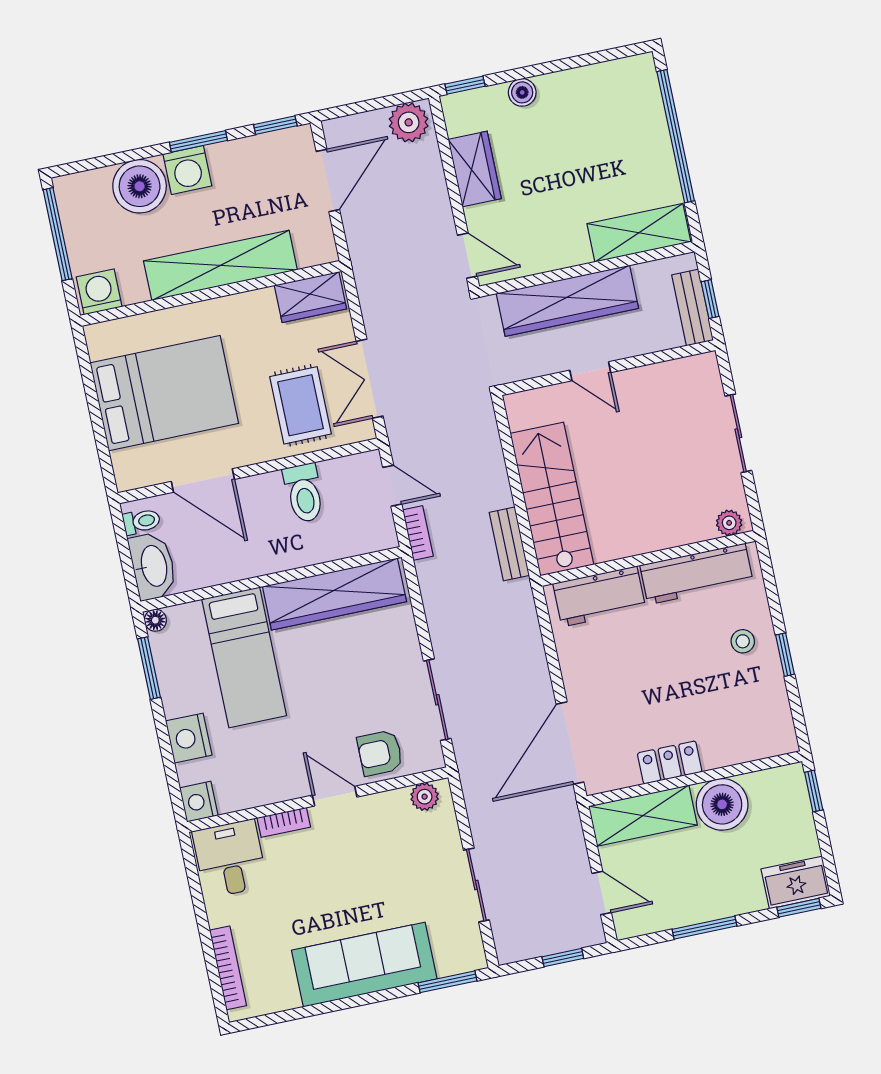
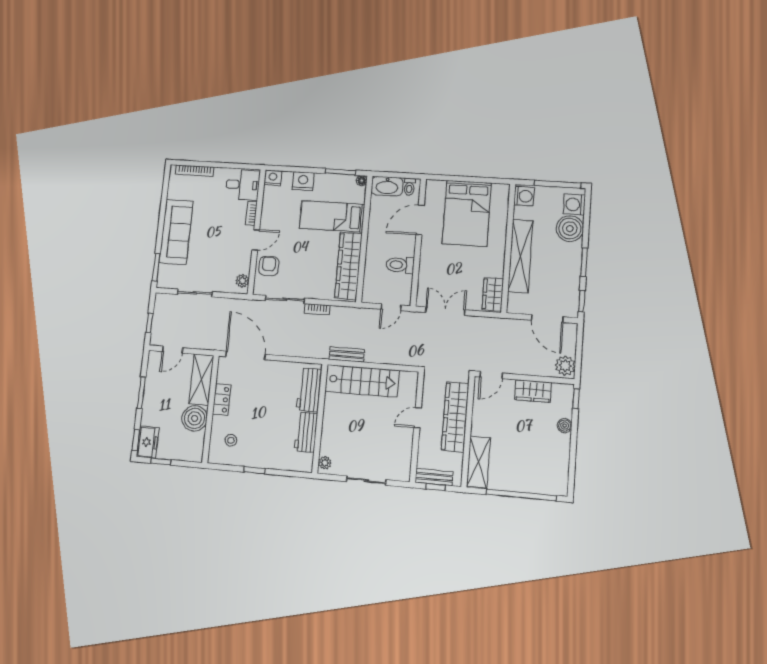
washing machine: (187, 170) -> (574, 205), moved
rug: (300, 405) -> (442, 275), removed
bookcase: (418, 533) -> (317, 309), moved
workbench: (696, 574) -> (306, 432), width x0.73
stool: (743, 641) -> (231, 440), moved
window: (814, 791) -> (161, 461), moved

